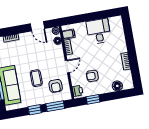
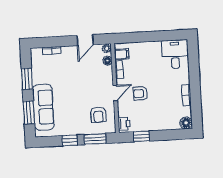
door: (37, 26) -> (85, 40), hinge flipped
desk: (99, 31) -> (175, 54), moved
armchair: (92, 76) -> (140, 93), moved
coffee table: (36, 78) -> (76, 102), removed
floor lamp: (117, 86) -> (186, 123), moved

